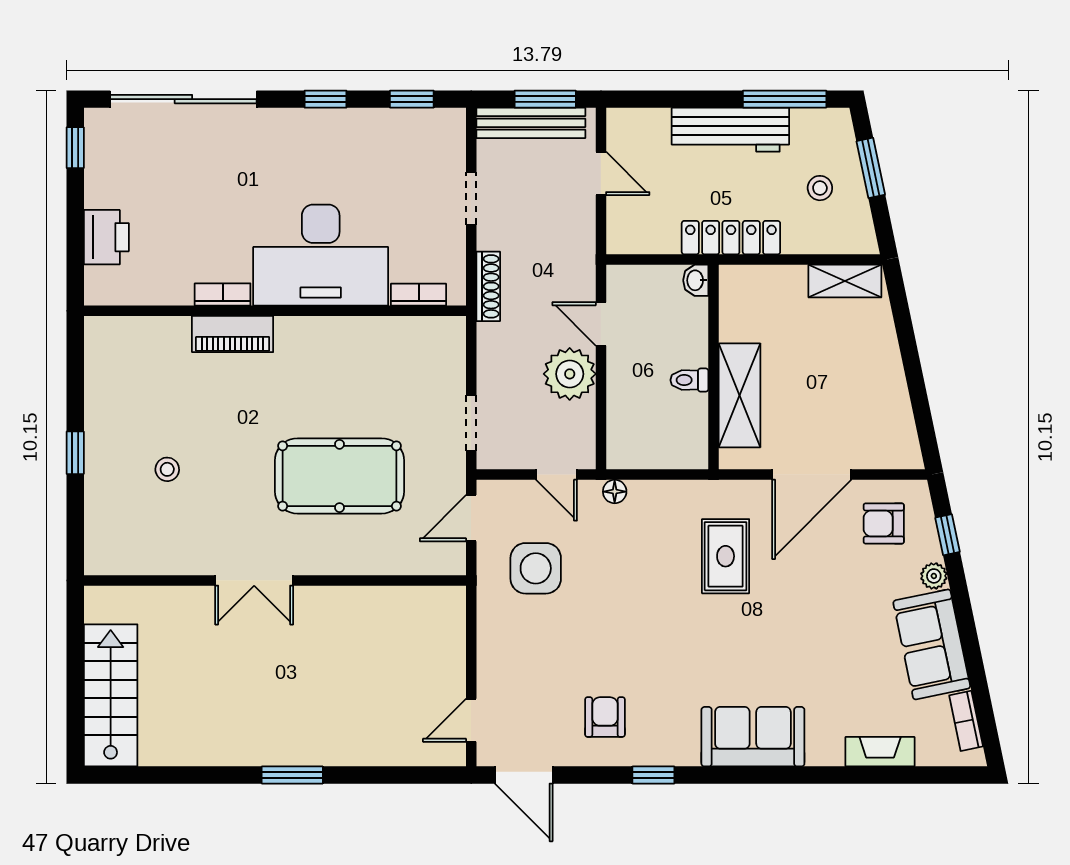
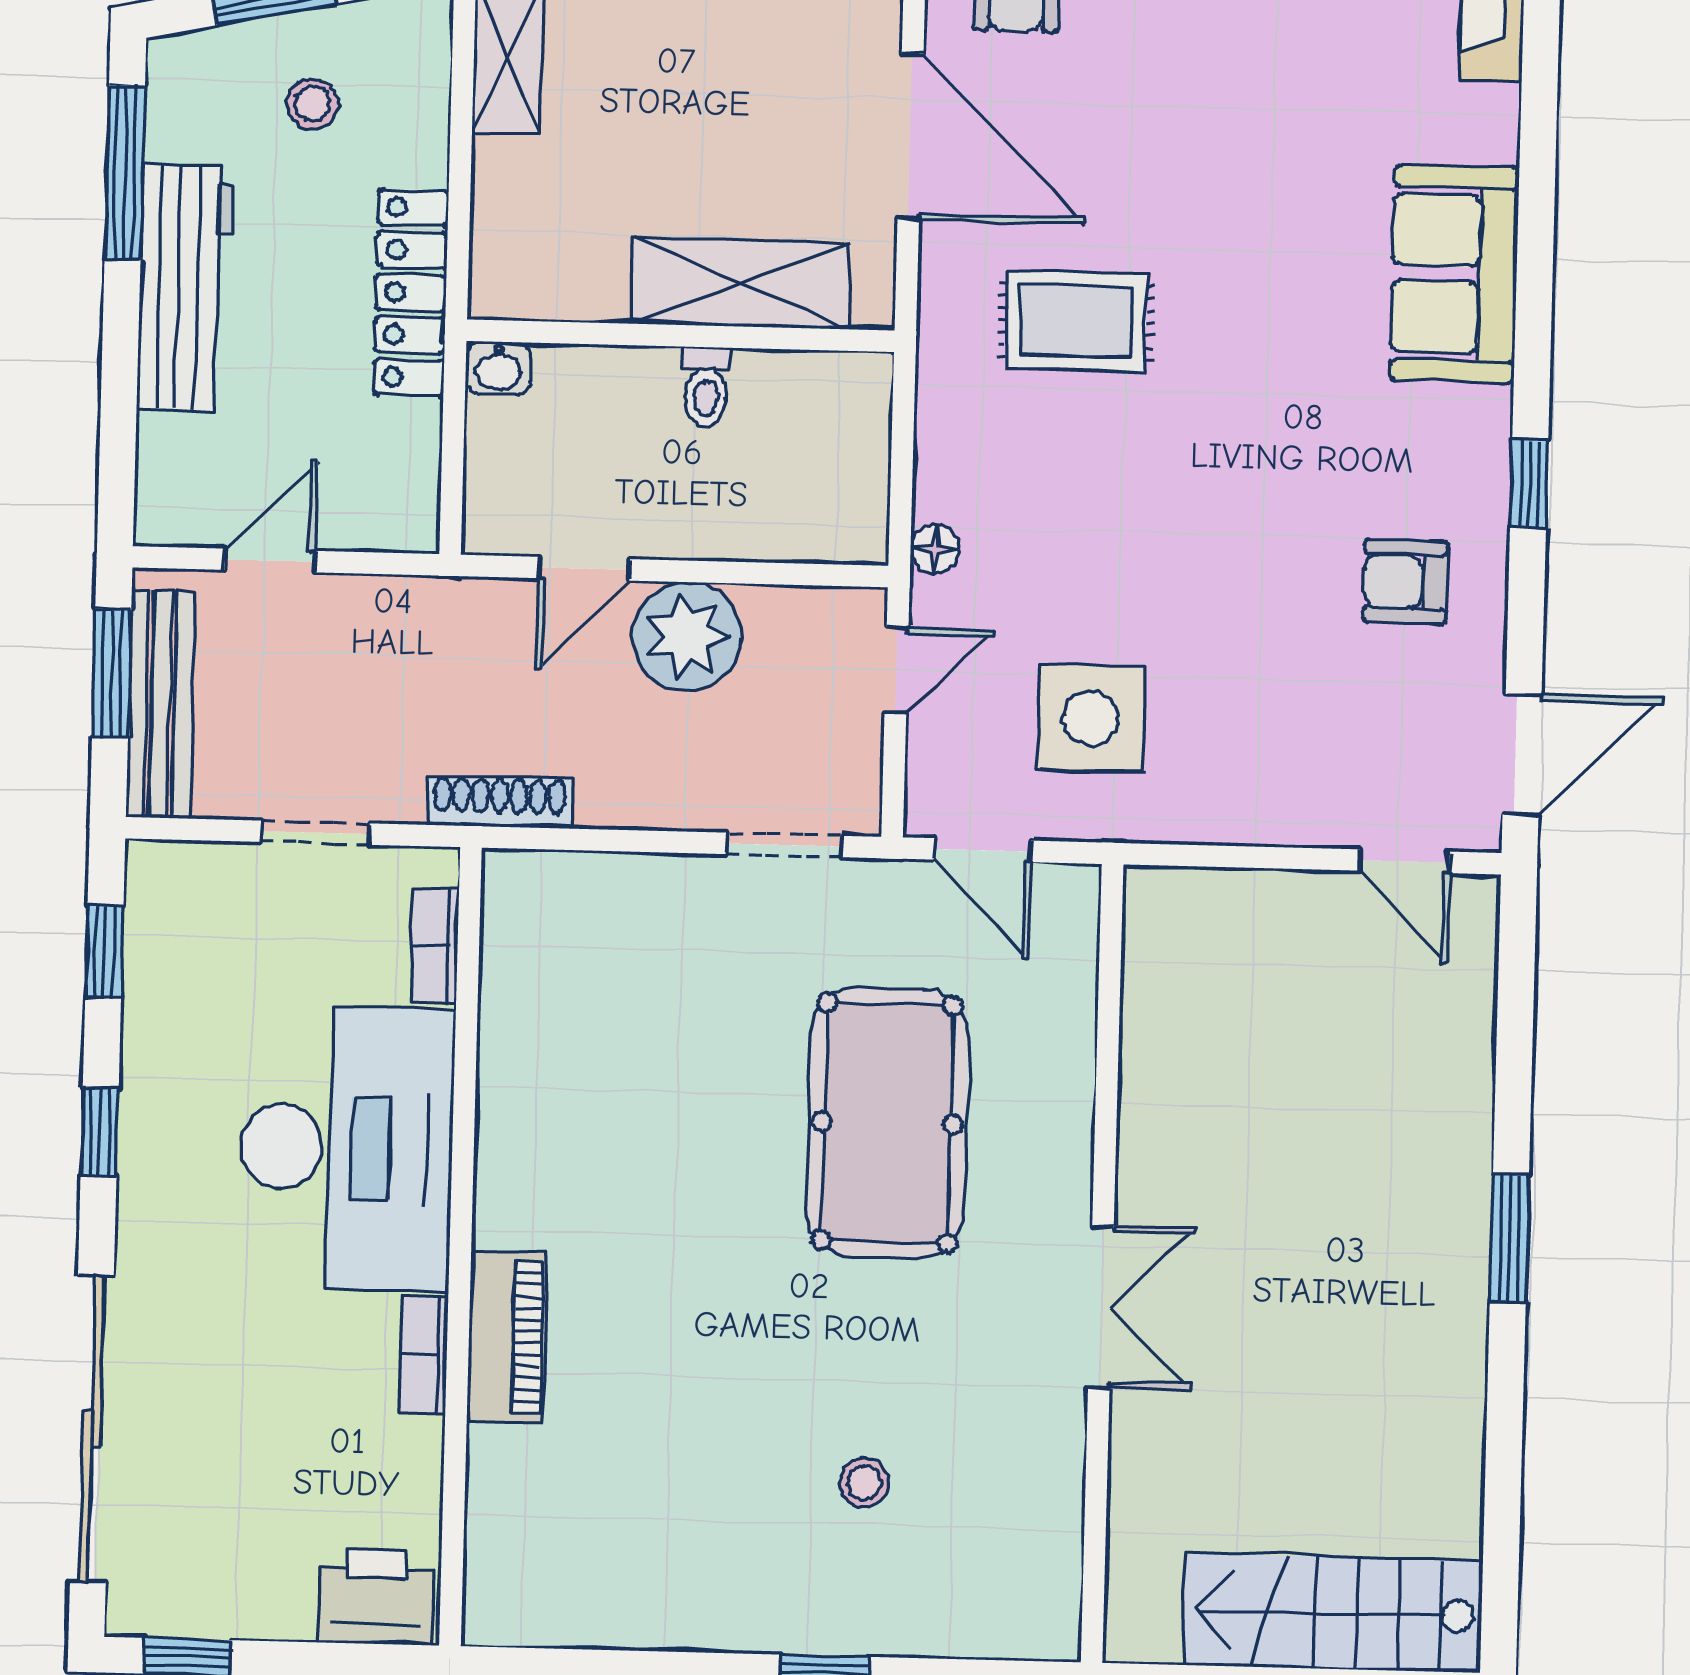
desk: (321, 255) -> (347, 1148), moved
bookcase: (223, 294) -> (424, 1355), moved
bookcase: (419, 295) -> (435, 946), moved
wall: (275, 311) -> (460, 1247), moved
piano: (233, 334) -> (507, 1336), moved

